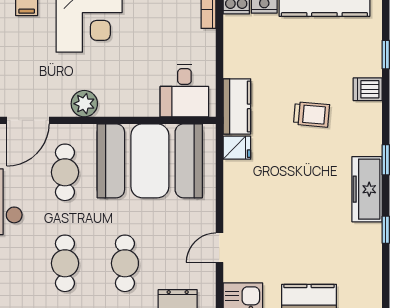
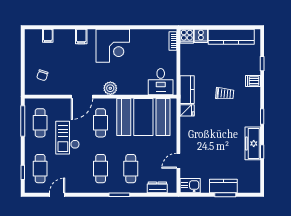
freezer: (367, 189) -> (253, 143), moved

